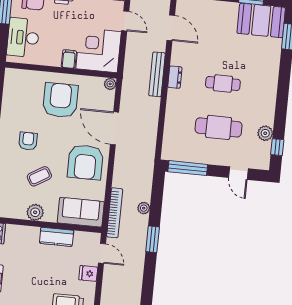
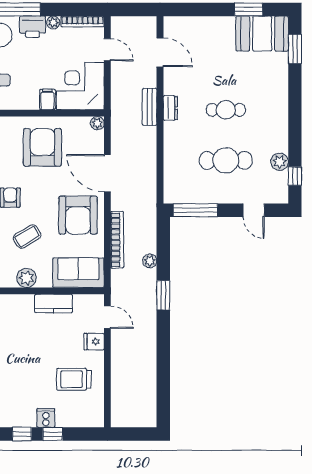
bench: (157, 74) -> (150, 107), width x0.73
bookcase: (115, 213) -> (117, 240), moved

